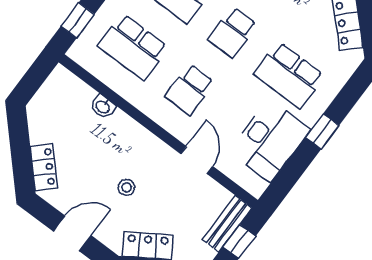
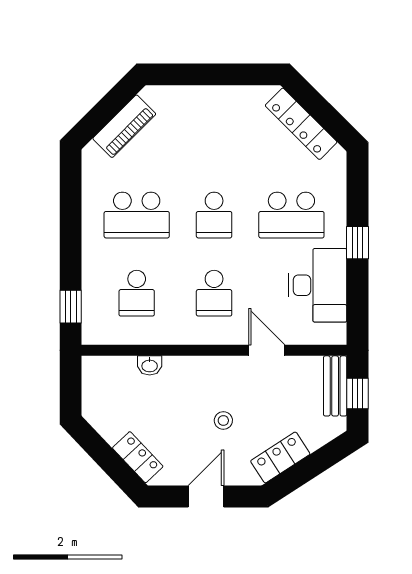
school desk: (133, 47) -> (137, 293), width x0.54

